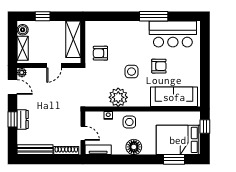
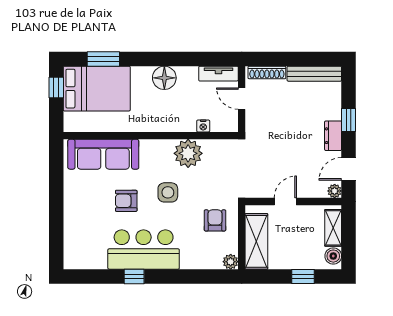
window: (154, 16) -> (134, 276), width x0.46
plant: (90, 26) -> (231, 262), added
bar counter: (173, 34) -> (144, 249), moved
armchair: (100, 53) -> (215, 220), turned -90
door: (12, 87) -> (349, 169), hinge flipped
dresser: (23, 119) -> (333, 136), moved
side table: (129, 122) -> (171, 116), removed
window: (205, 126) -> (56, 87), moved

